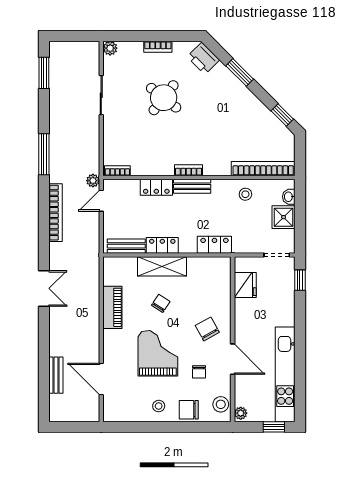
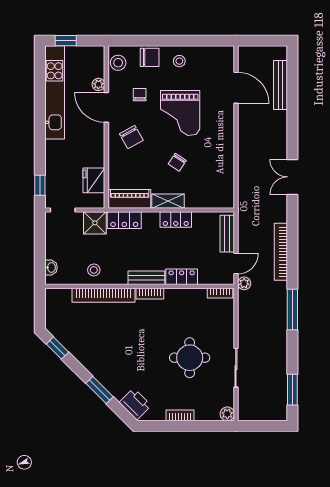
round table: (164, 98) -> (190, 358), moved, turned -38
bookcase: (263, 169) -> (104, 295), moved
shower: (284, 217) -> (95, 223), moved
bench: (126, 246) -> (227, 234), moved, turned 90
shelving: (162, 266) -> (168, 201), width x0.67, depth x0.75
piano: (112, 307) -> (130, 199), moved, turned 90
bench: (56, 375) -> (281, 85), width x1.36
plant: (241, 413) -> (98, 84), moved

